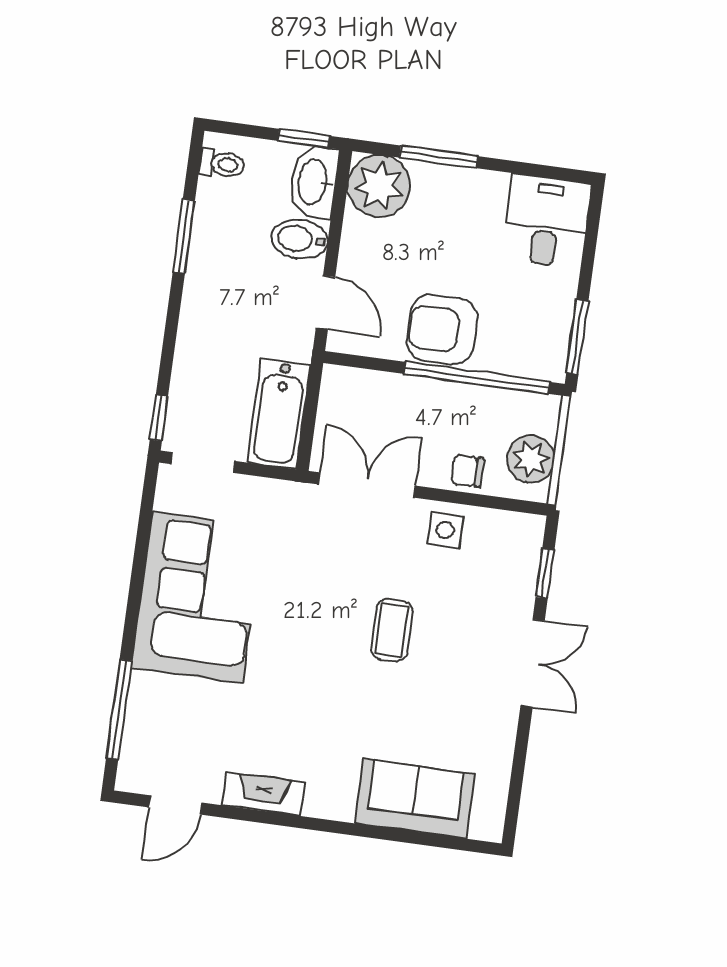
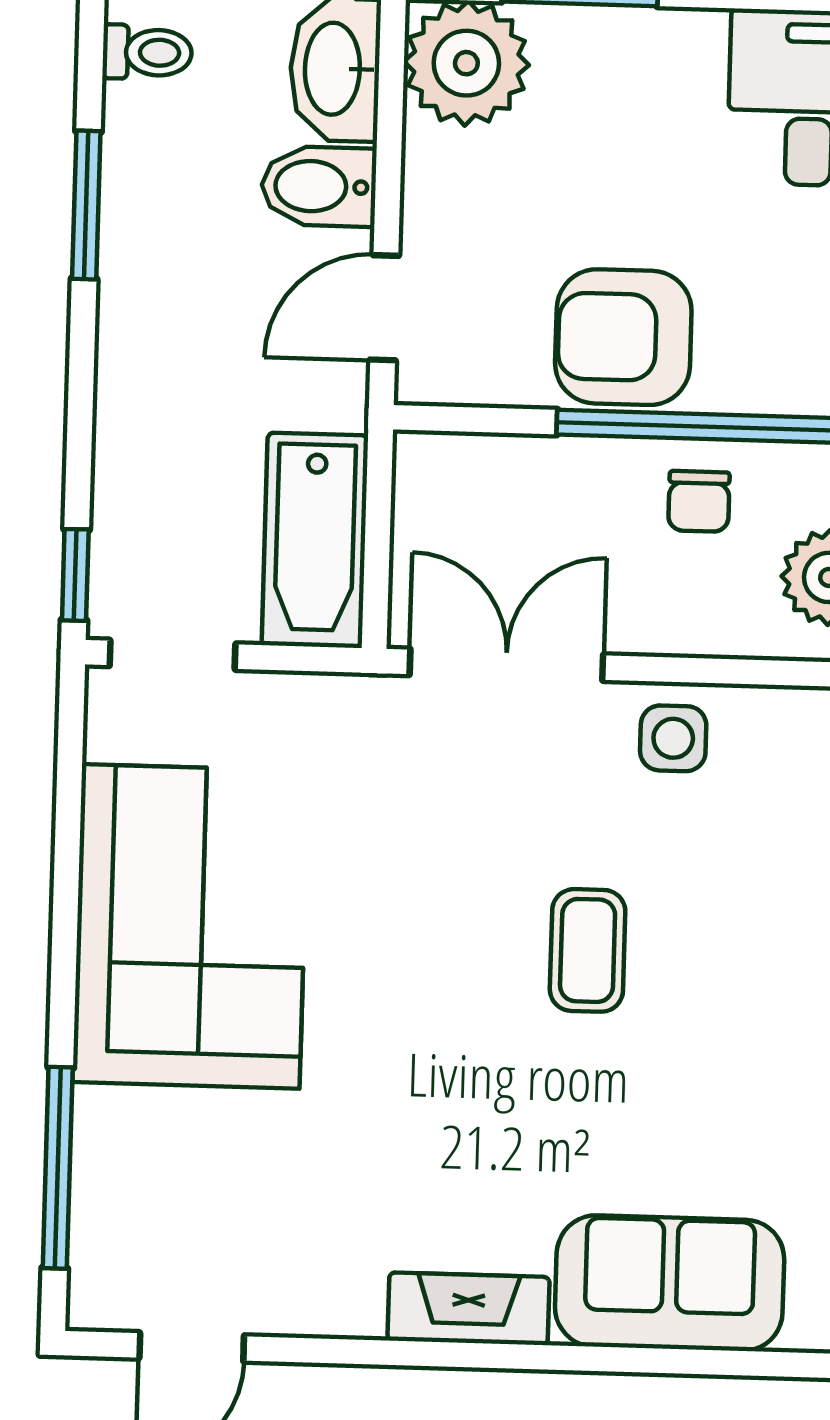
door: (325, 302) -> (384, 308), swing flipped
chair: (467, 471) -> (699, 501), moved, turned -90
fireplace: (264, 794) -> (469, 1309), moved

